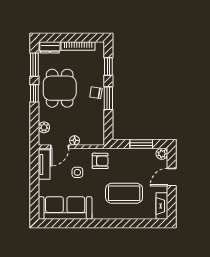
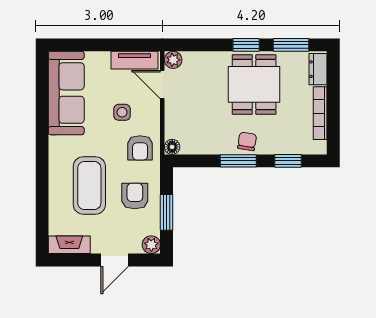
dining table: (60, 88) -> (254, 84), turned 90
plant: (44, 127) -> (173, 60), moved
floor lamp: (75, 140) -> (172, 147), moved
armchair: (131, 164) -> (135, 196), added
door: (172, 177) -> (115, 260), swing flipped

